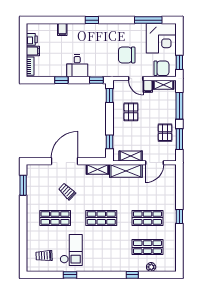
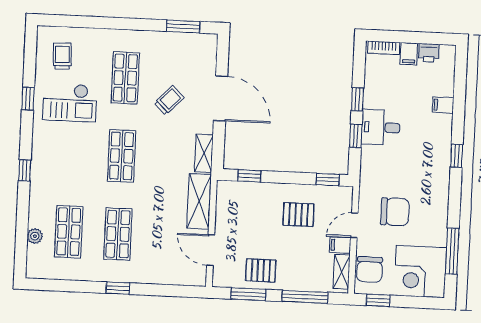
chair: (127, 55) -> (395, 212), turned 90
window: (96, 80) -> (356, 136), moved
shelving: (131, 156) -> (224, 211), removed
window: (132, 275) -> (25, 170), moved

